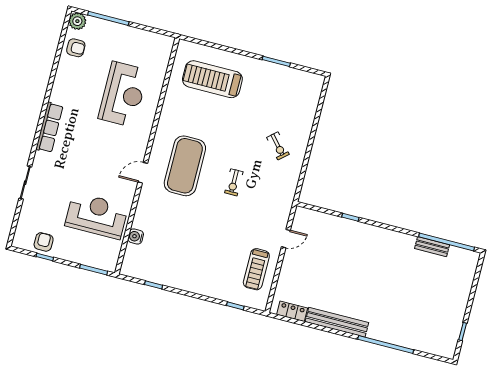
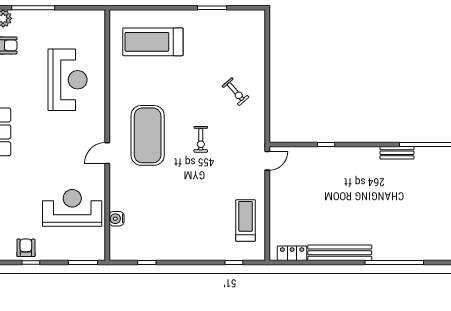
door: (286, 239) -> (267, 161), moved
bench: (432, 247) -> (397, 153), moved
treadmill: (256, 269) -> (246, 220), turned 180

